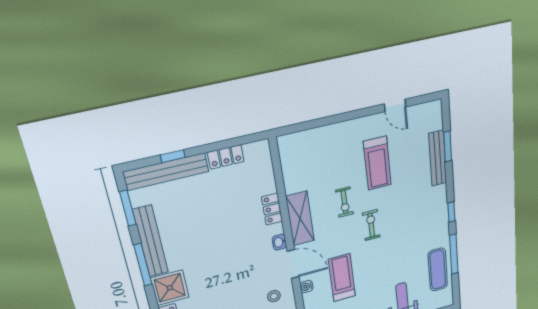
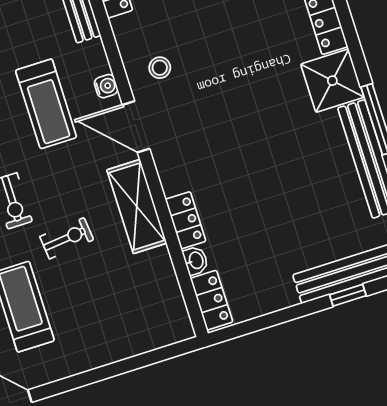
locker: (226, 157) -> (212, 300), moved, turned 90
exercise bike: (344, 202) -> (67, 238), turned 84
washbasin: (279, 242) -> (196, 261), moved

